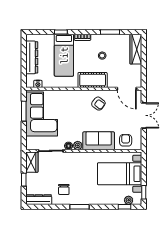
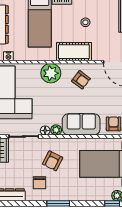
plant: (73, 98) -> (51, 73), added
armchair: (75, 171) -> (53, 161), added

